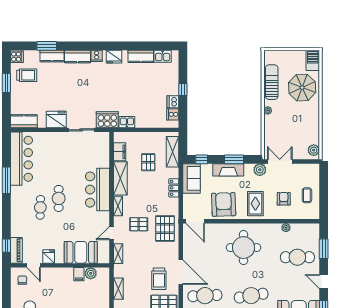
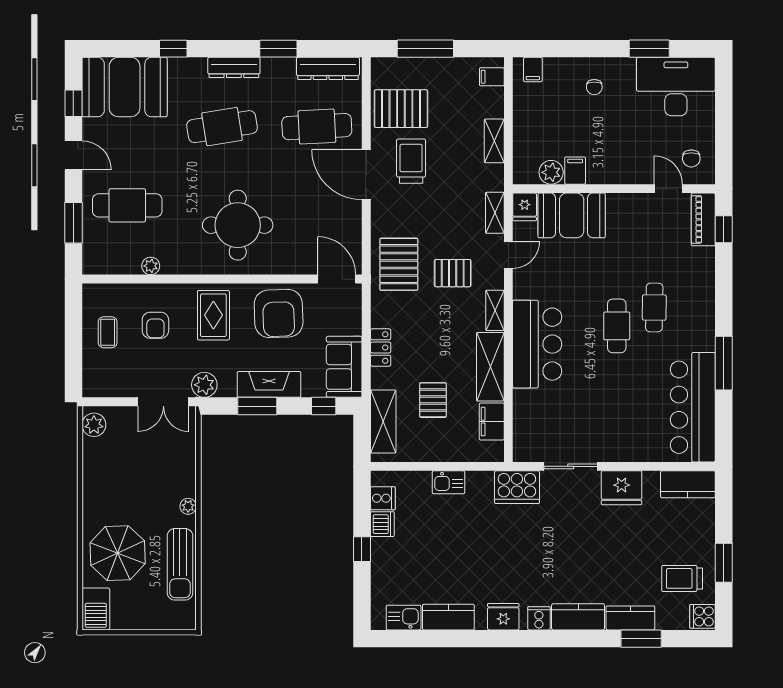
kitchen sink: (127, 122) -> (448, 482), moved
fridge: (49, 256) -> (525, 207), moved

